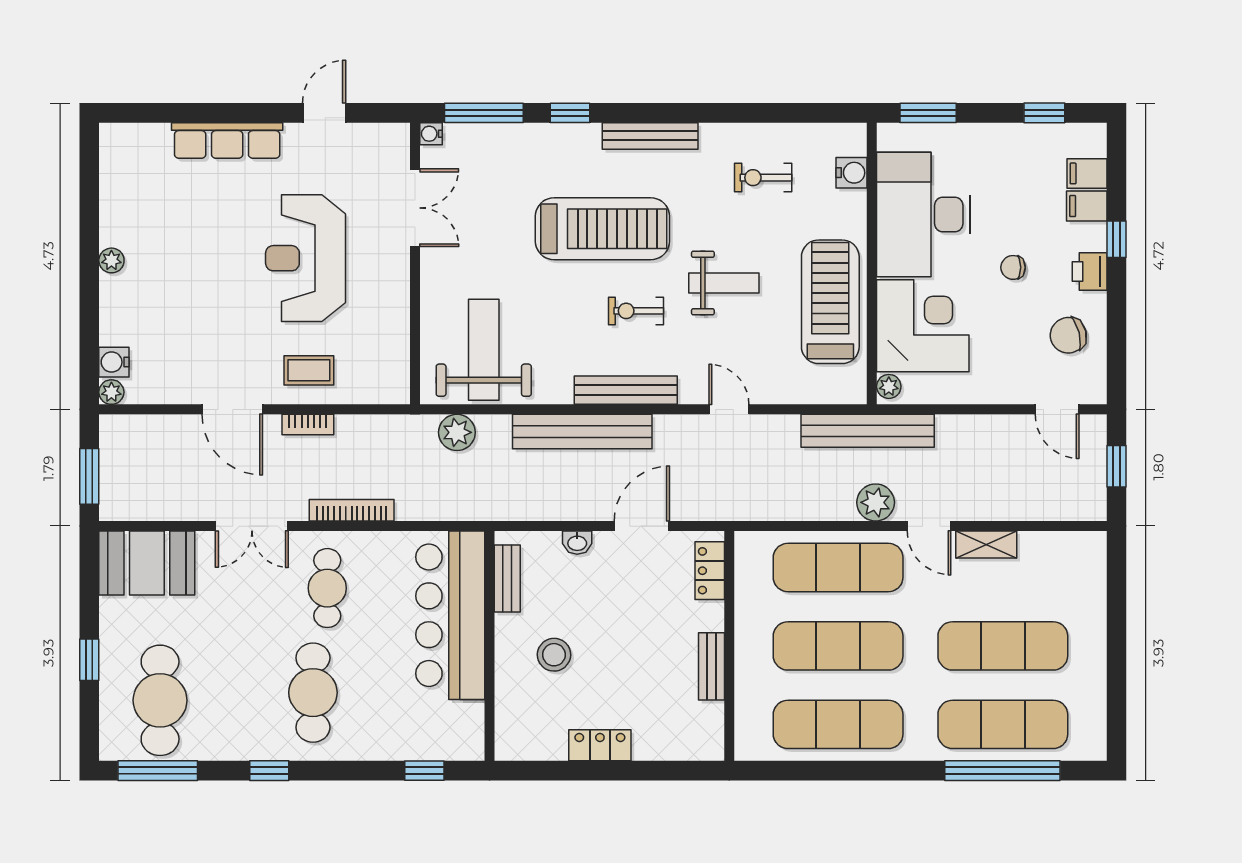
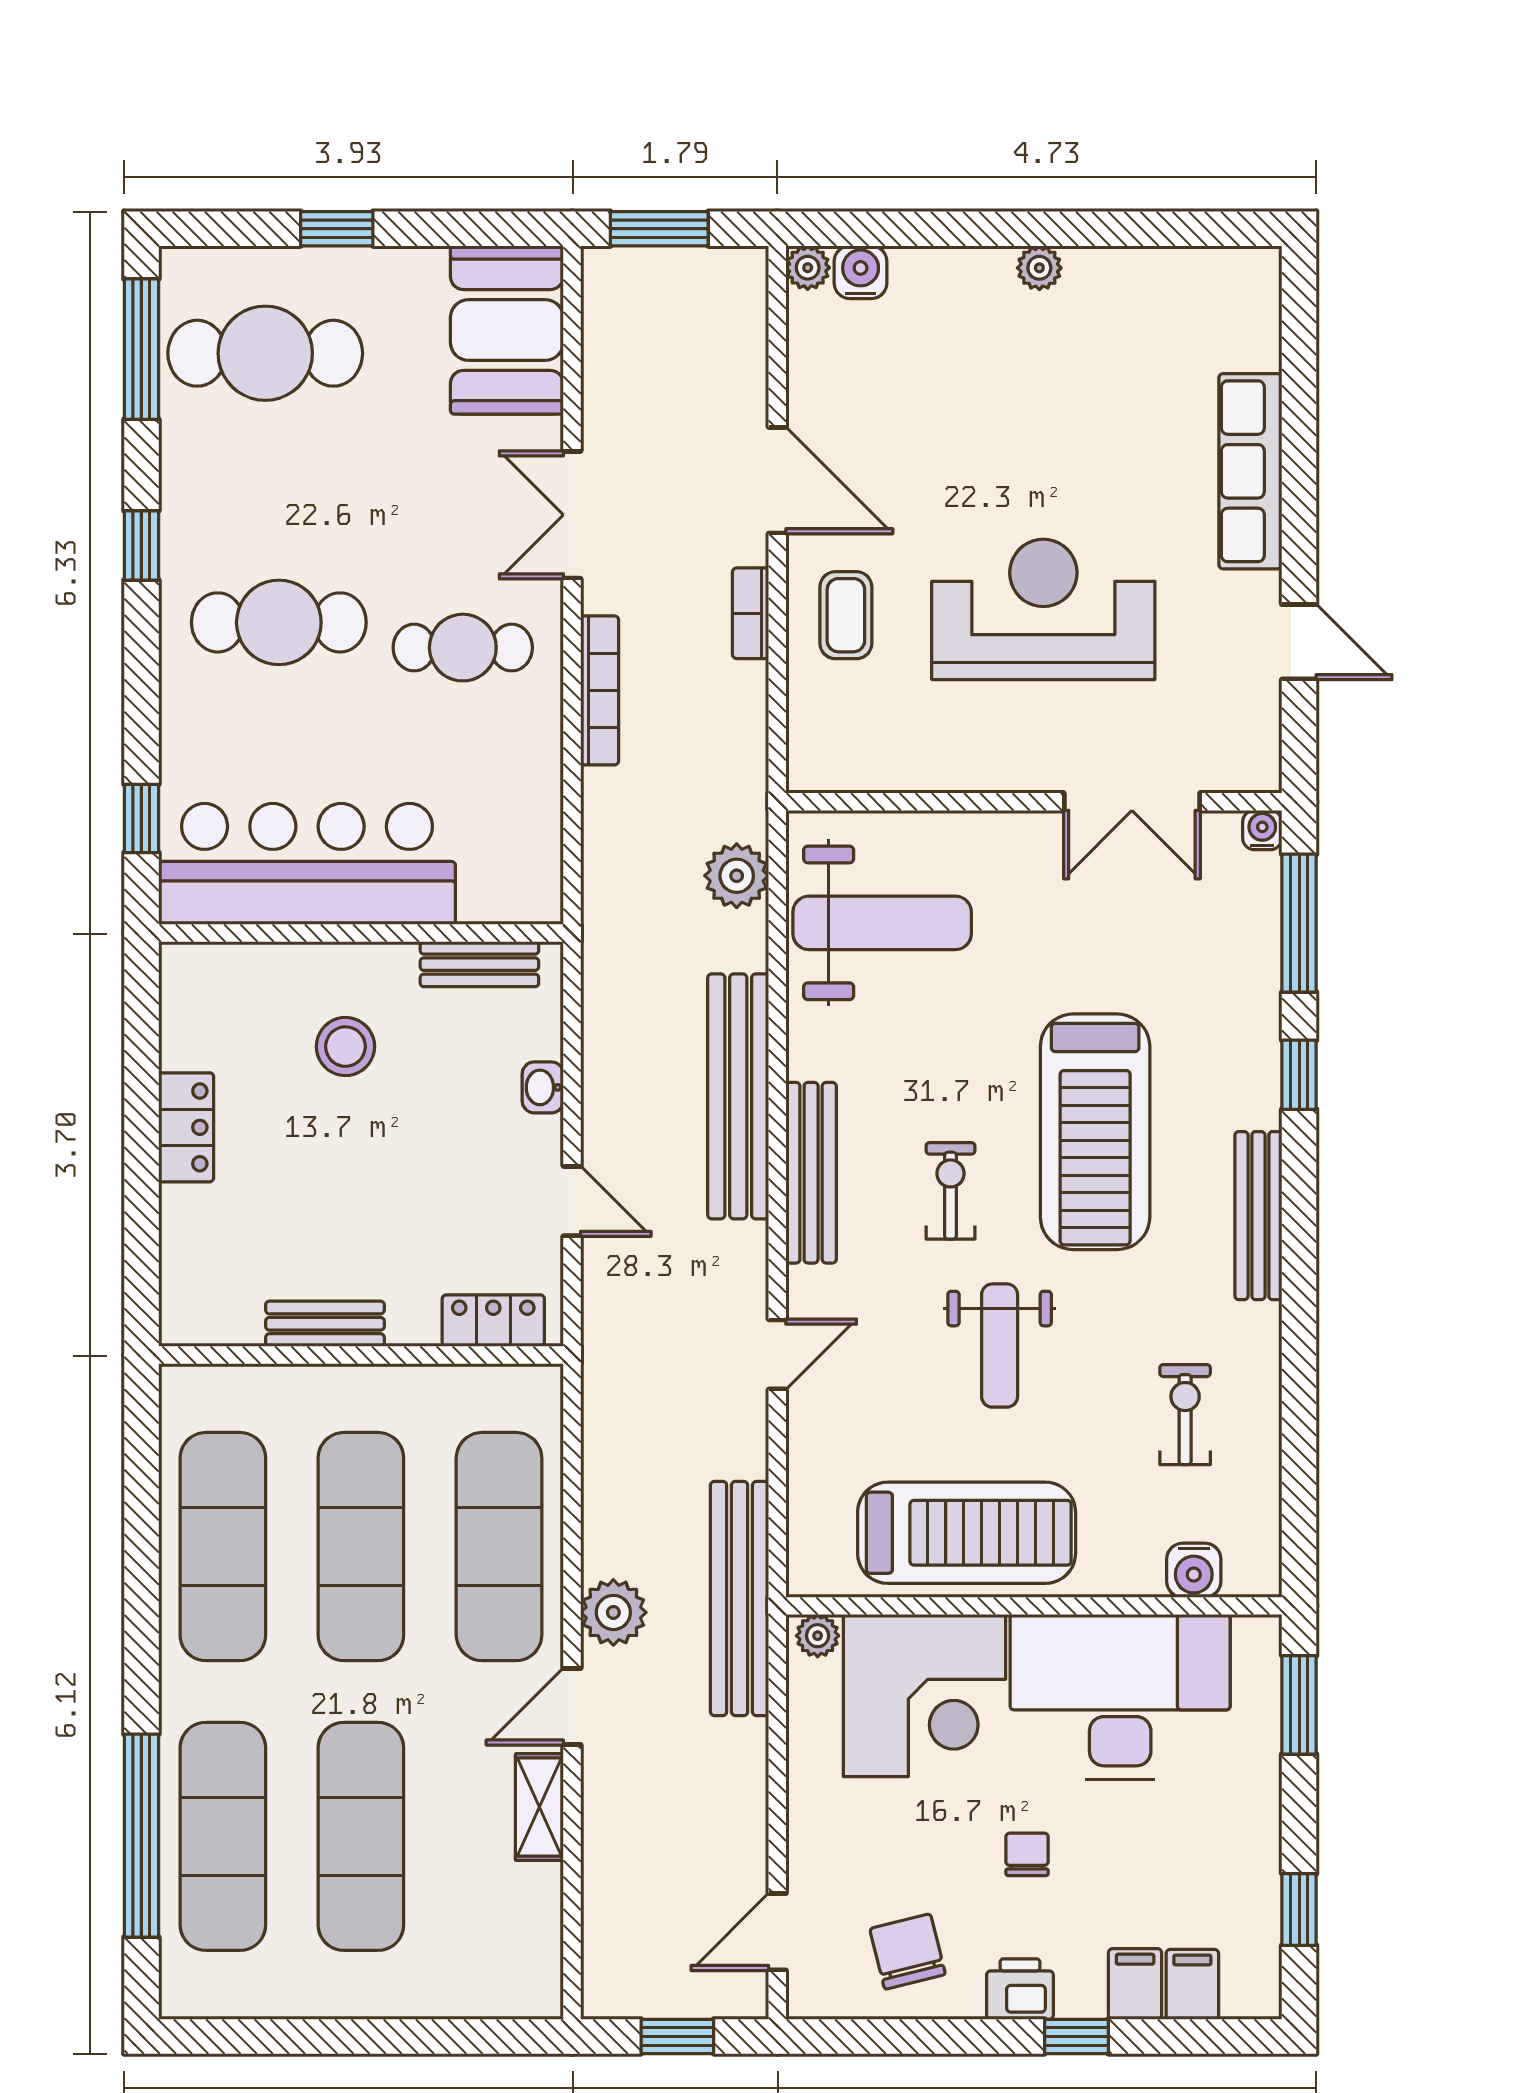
door: (232, 409) -> (777, 480), swing flipped
door: (642, 526) -> (572, 1201), width x0.73
bar counter: (450, 615) -> (307, 864), moved

